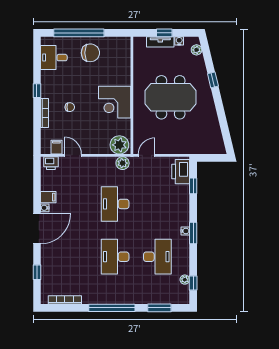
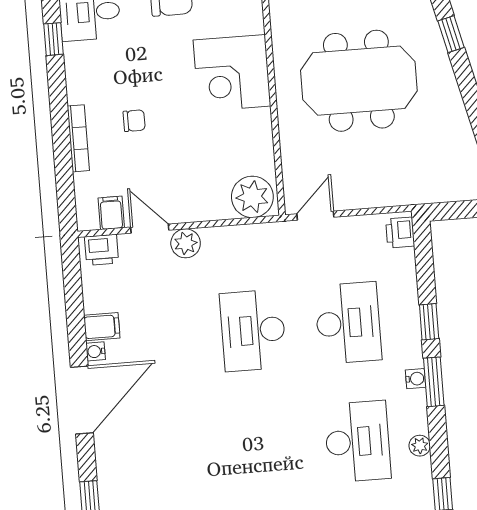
window: (37, 91) -> (54, 39), moved
corner desk: (115, 102) -> (232, 73), moved
plant: (123, 163) -> (186, 243), moved
printer: (181, 172) -> (400, 233), width x0.53, depth x0.68
window: (193, 186) -> (429, 322), moved
desk: (115, 257) -> (348, 323), moved, turned 180
plant: (185, 280) -> (420, 446), moved

